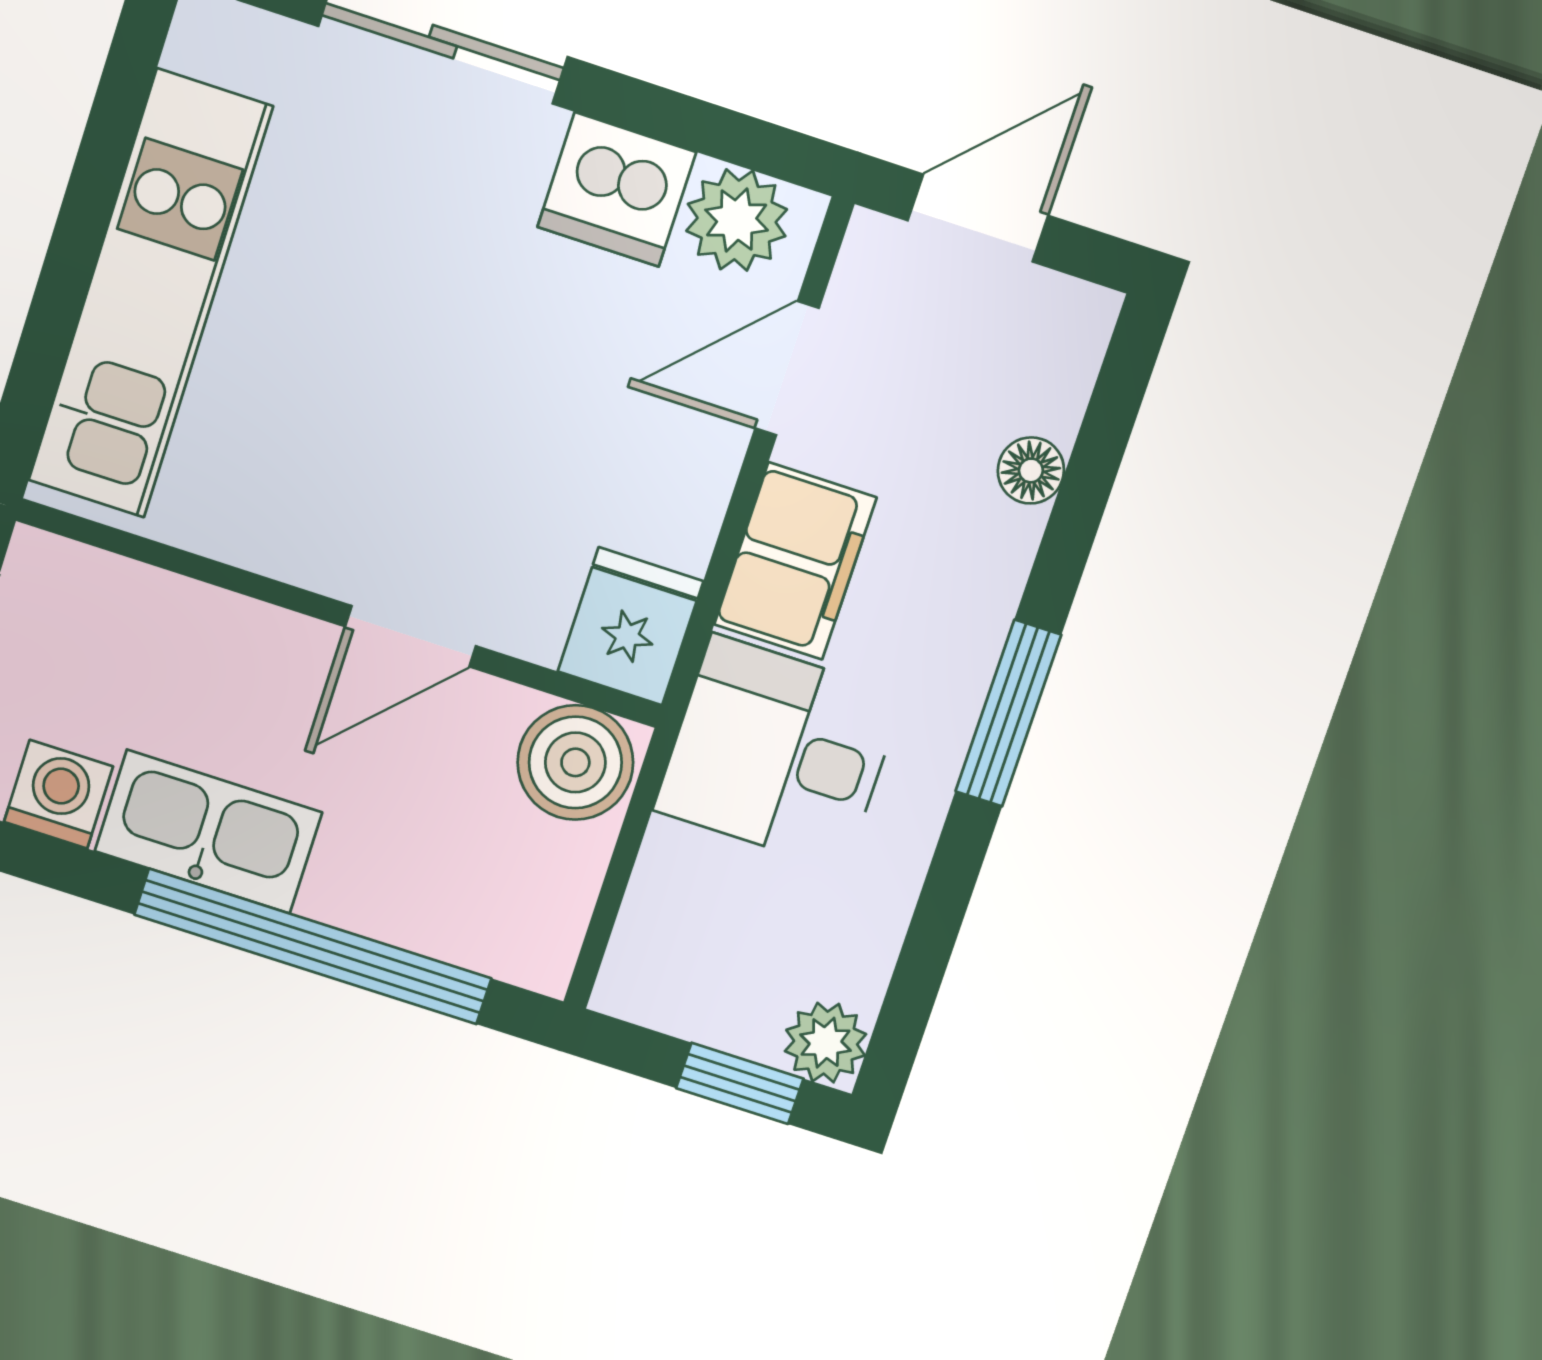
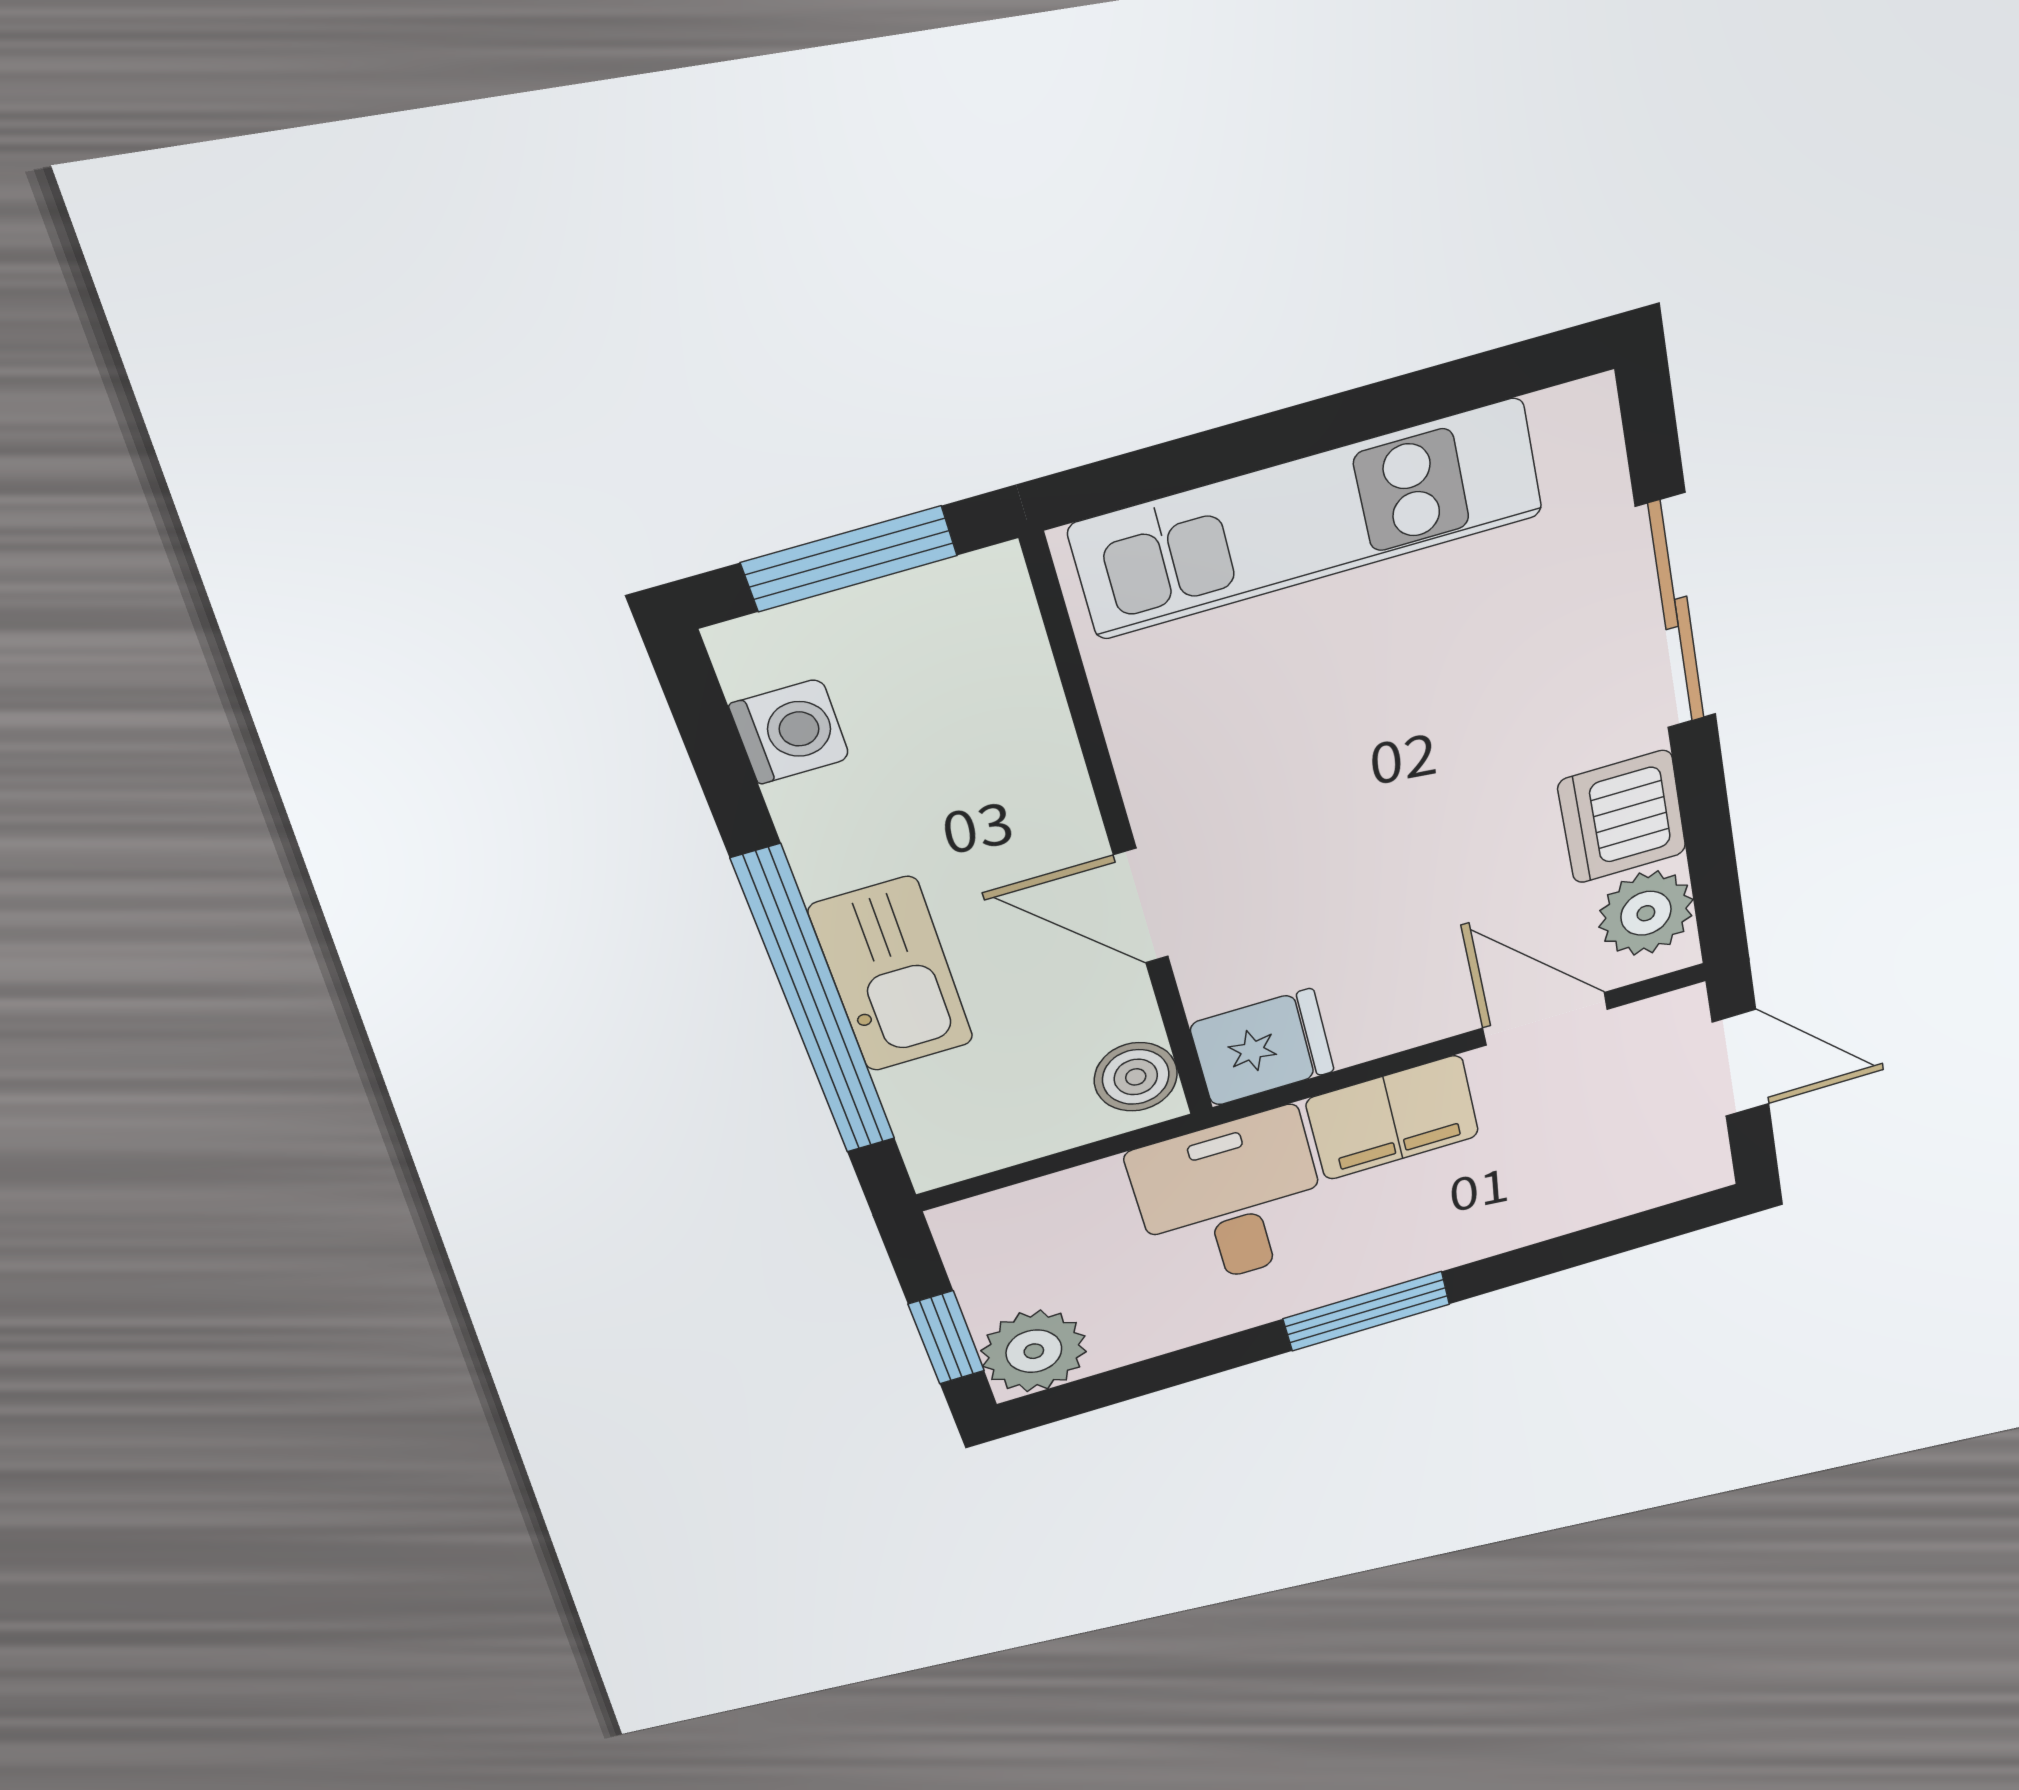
floor lamp: (1031, 470) -> (1564, 1212), removed
boiler: (575, 762) -> (1136, 1077), width x0.73, depth x0.73
kitchen sink: (208, 832) -> (892, 975), moved
plant: (826, 1043) -> (1034, 1351), width x1.38, depth x1.38

